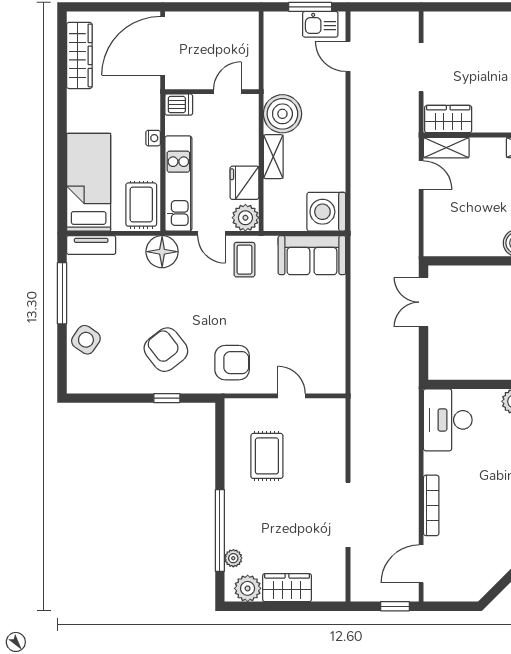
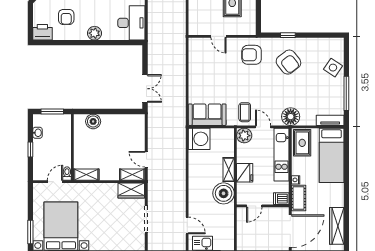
cot: (148, 105) -> (299, 198), added
fridge: (244, 183) -> (245, 173), moved

